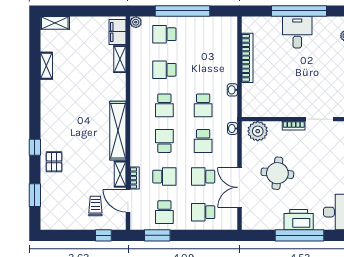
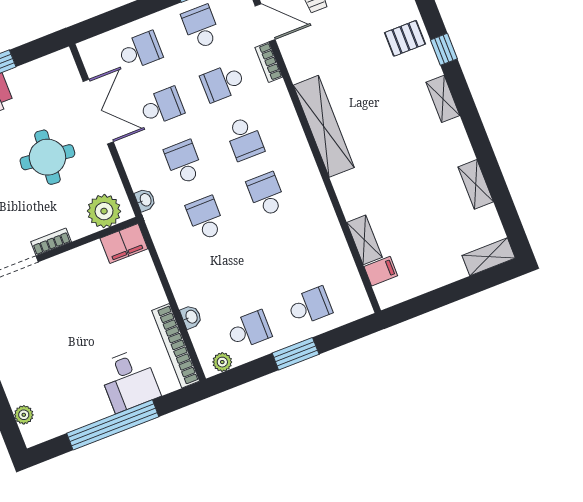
window: (183, 11) -> (296, 354), width x0.47
plant: (136, 22) -> (222, 362), moved
filing cabinet: (118, 32) -> (381, 271), width x0.50
desk: (297, 32) -> (129, 380), moved
bookcase: (247, 58) -> (176, 346), moved
school desk: (164, 70) -> (249, 330), moved
washbasin: (232, 90) -> (191, 317), moved
filing cabinet: (254, 109) -> (124, 243), added
pallet: (54, 162) -> (405, 38), turned 90
shelving: (120, 174) -> (443, 99), moved

